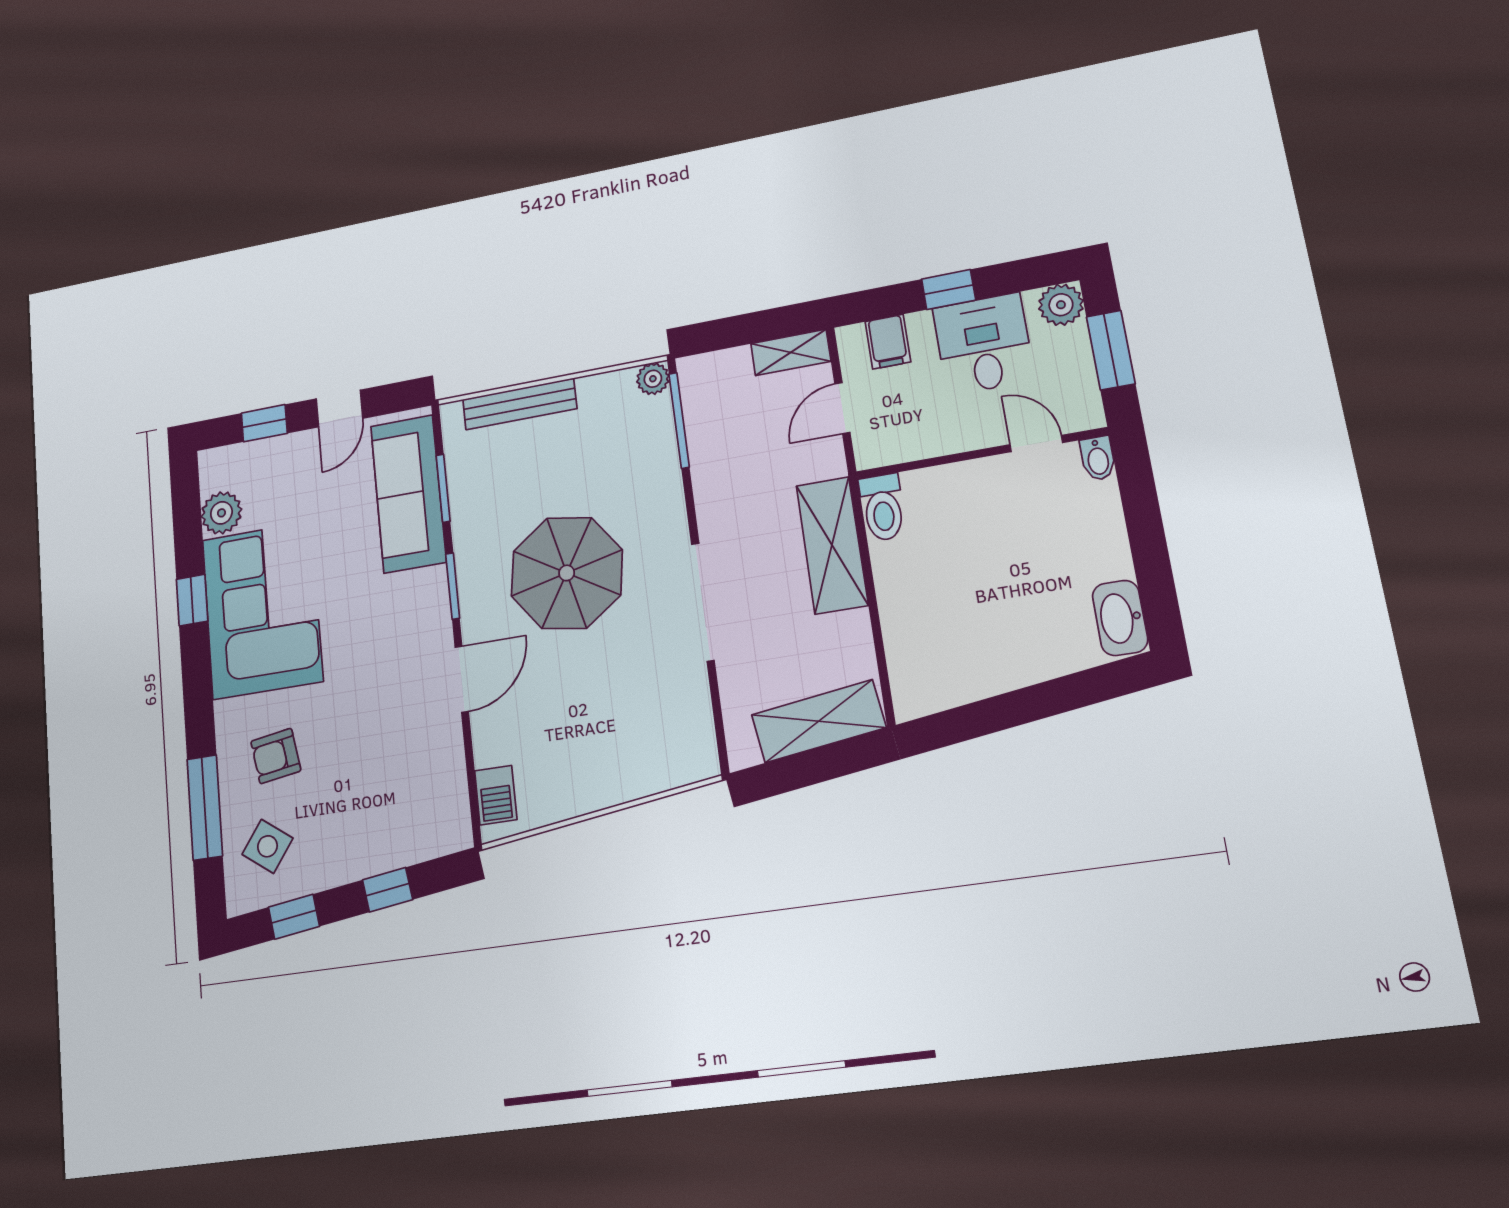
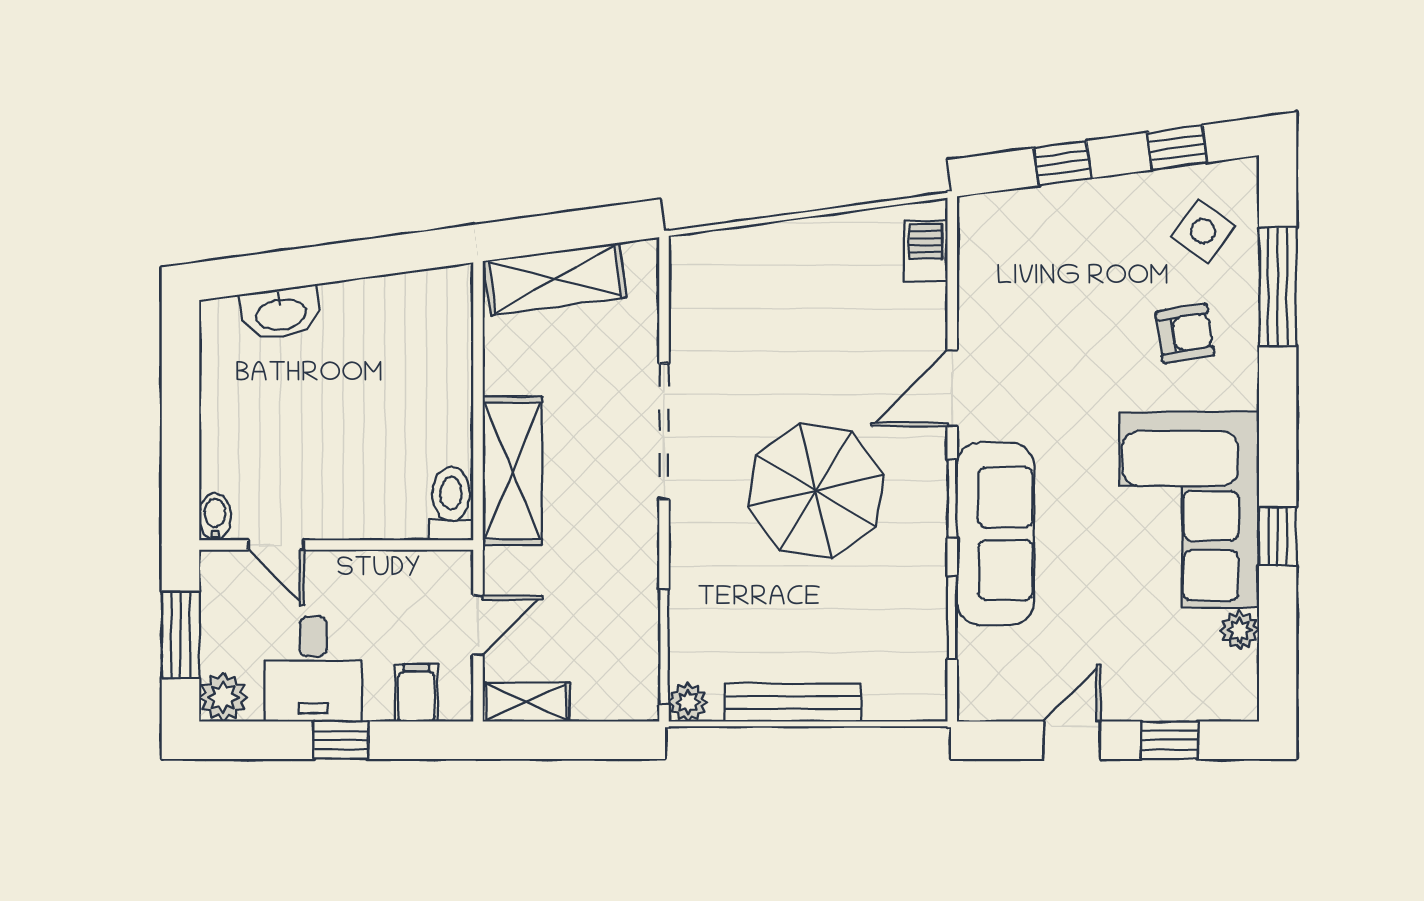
bench: (520, 404) -> (793, 703), moved
sofa: (408, 494) -> (996, 534), moved
plant: (221, 513) -> (1240, 630), width x0.73, depth x0.73
washbasin: (1120, 618) -> (281, 313), moved, turned 82

